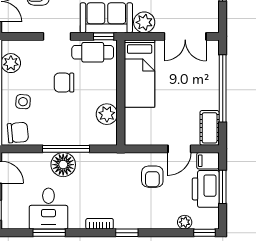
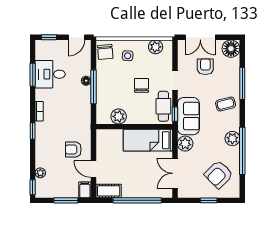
floor lamp: (63, 165) -> (86, 81), width x0.53, depth x0.53
printer: (206, 189) -> (64, 188), removed

